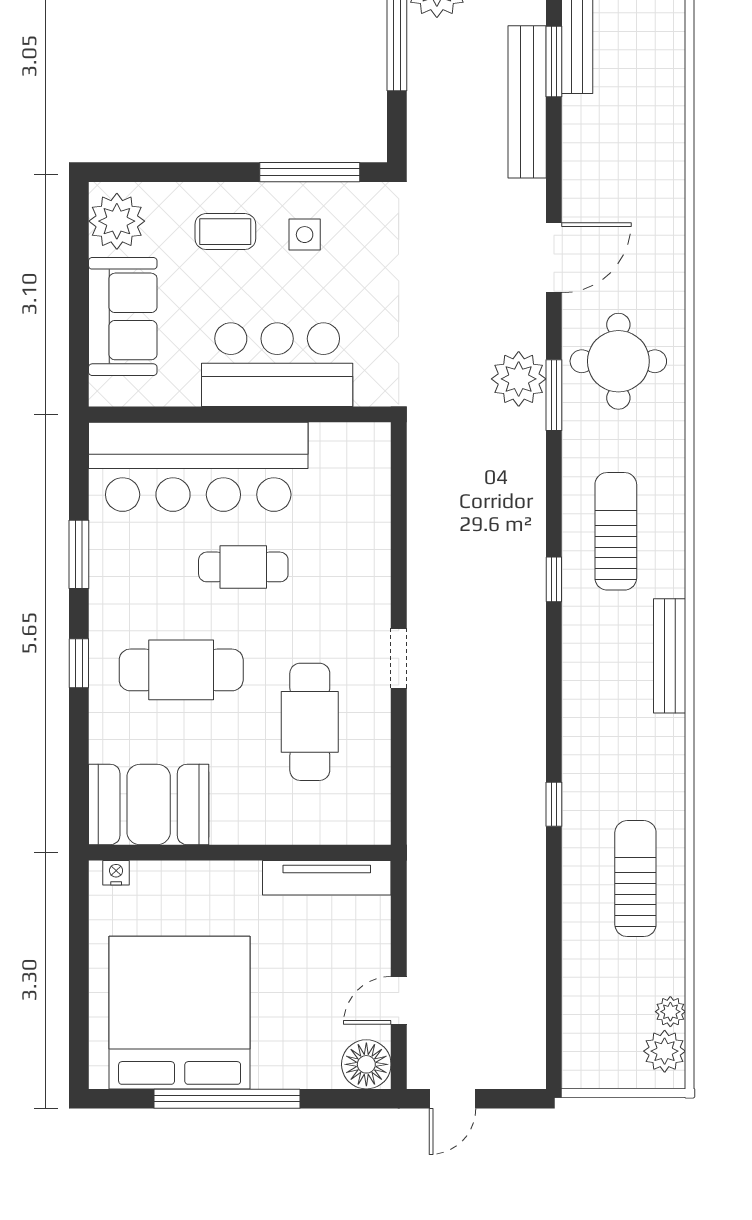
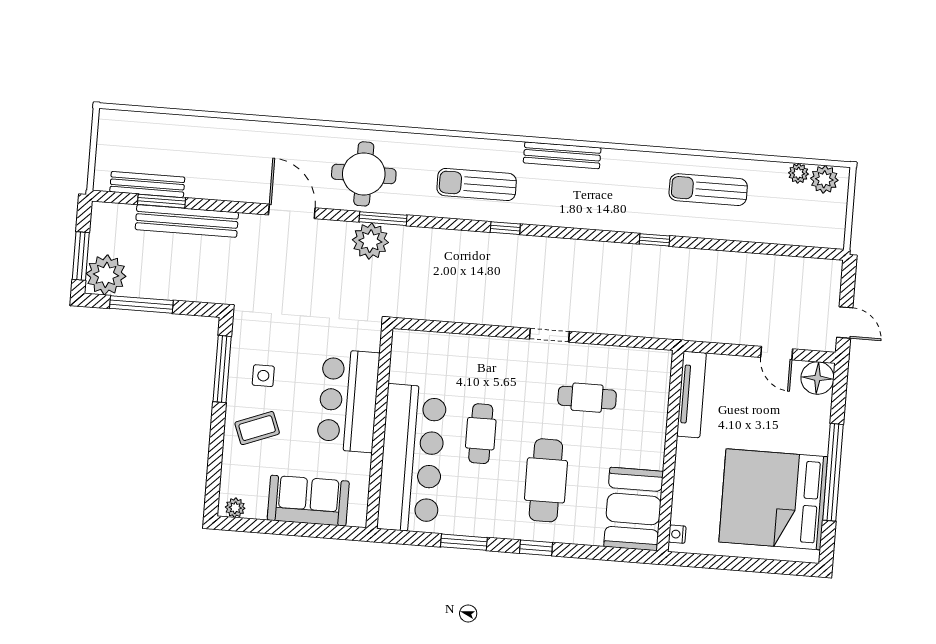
plant: (117, 221) -> (235, 508), width x0.53, depth x0.53
coffee table: (225, 232) -> (257, 428), turned 69
cafe table: (310, 722) -> (587, 398), width x0.73, depth x0.74

